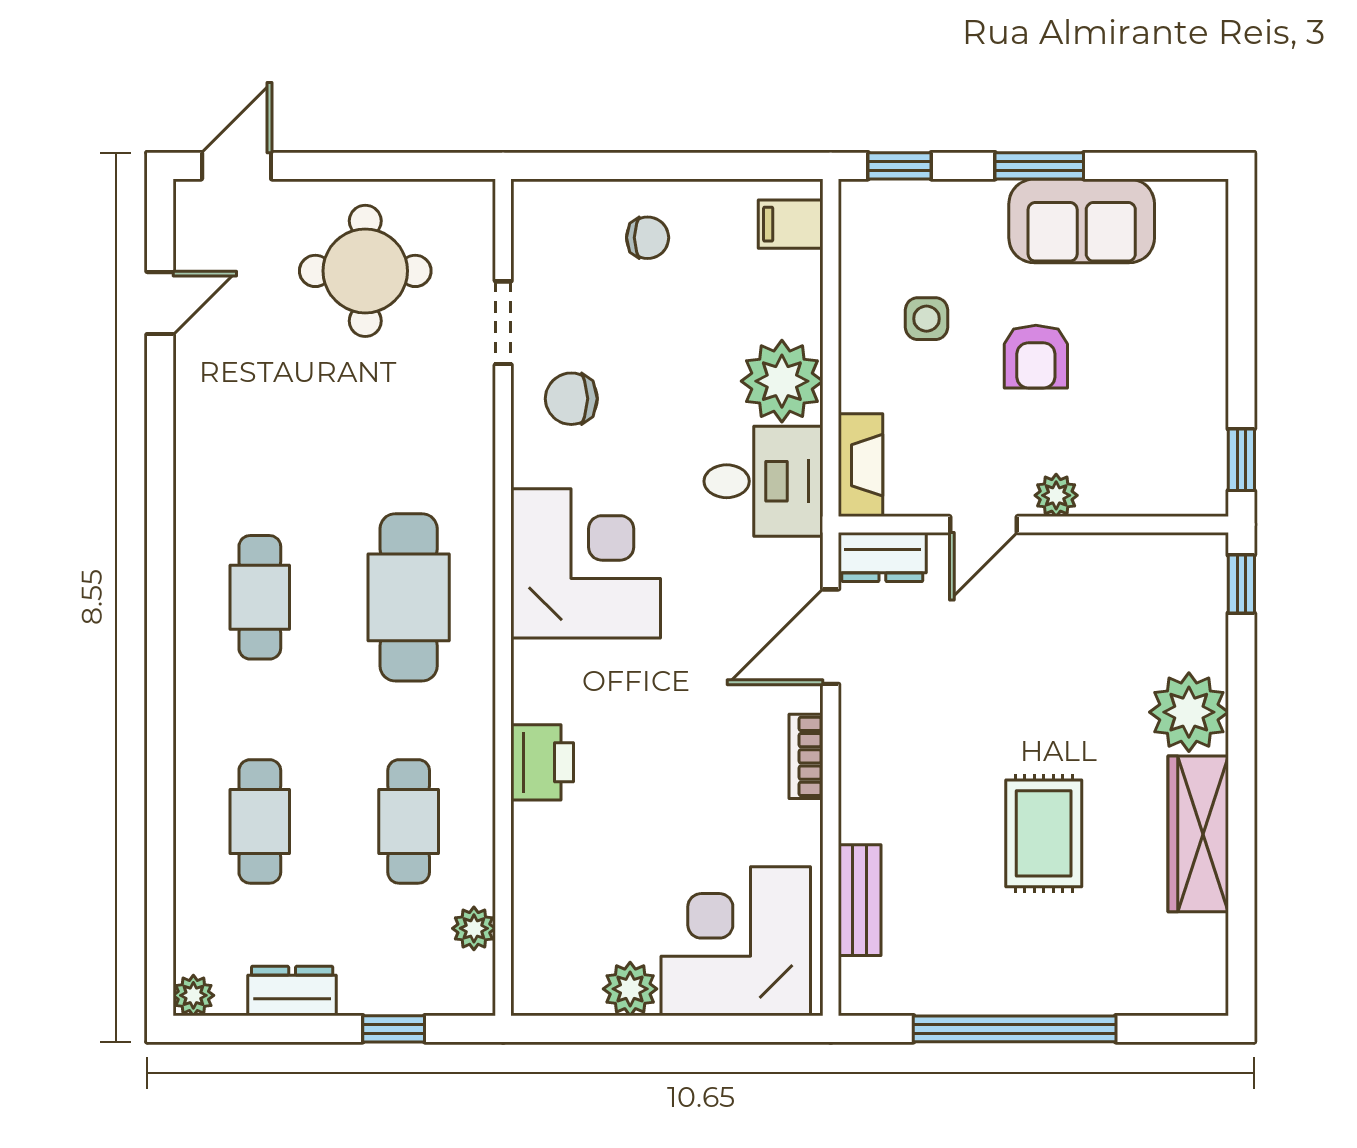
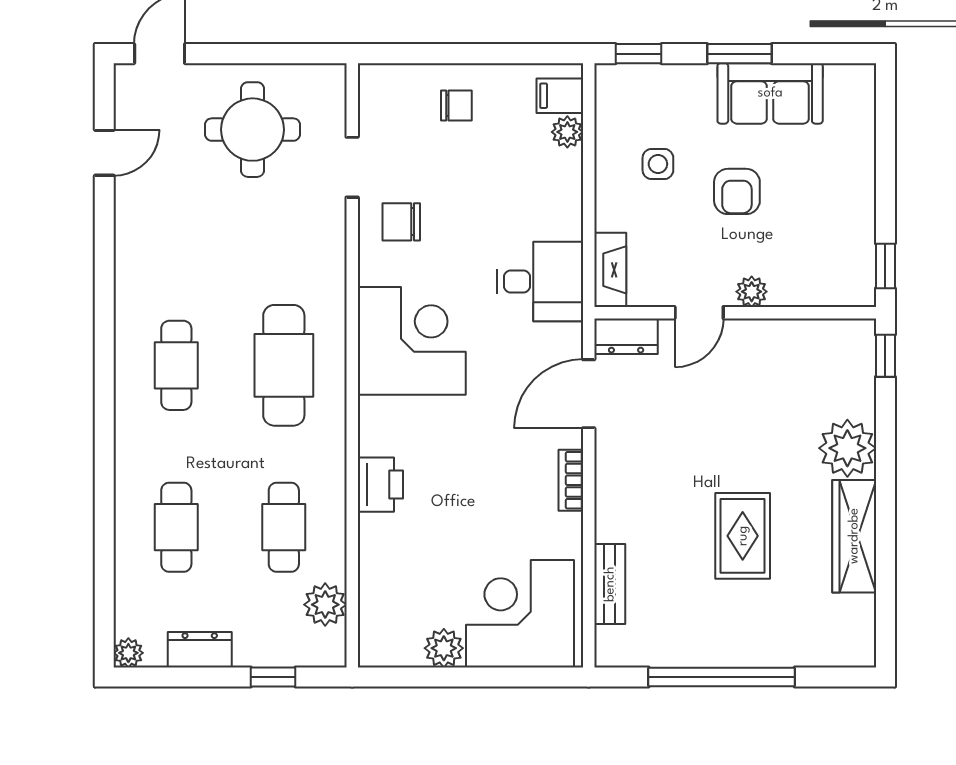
plant: (782, 381) -> (567, 132), moved, width x0.53, depth x0.53
plant: (474, 928) -> (325, 605), width x1.38, depth x1.38

